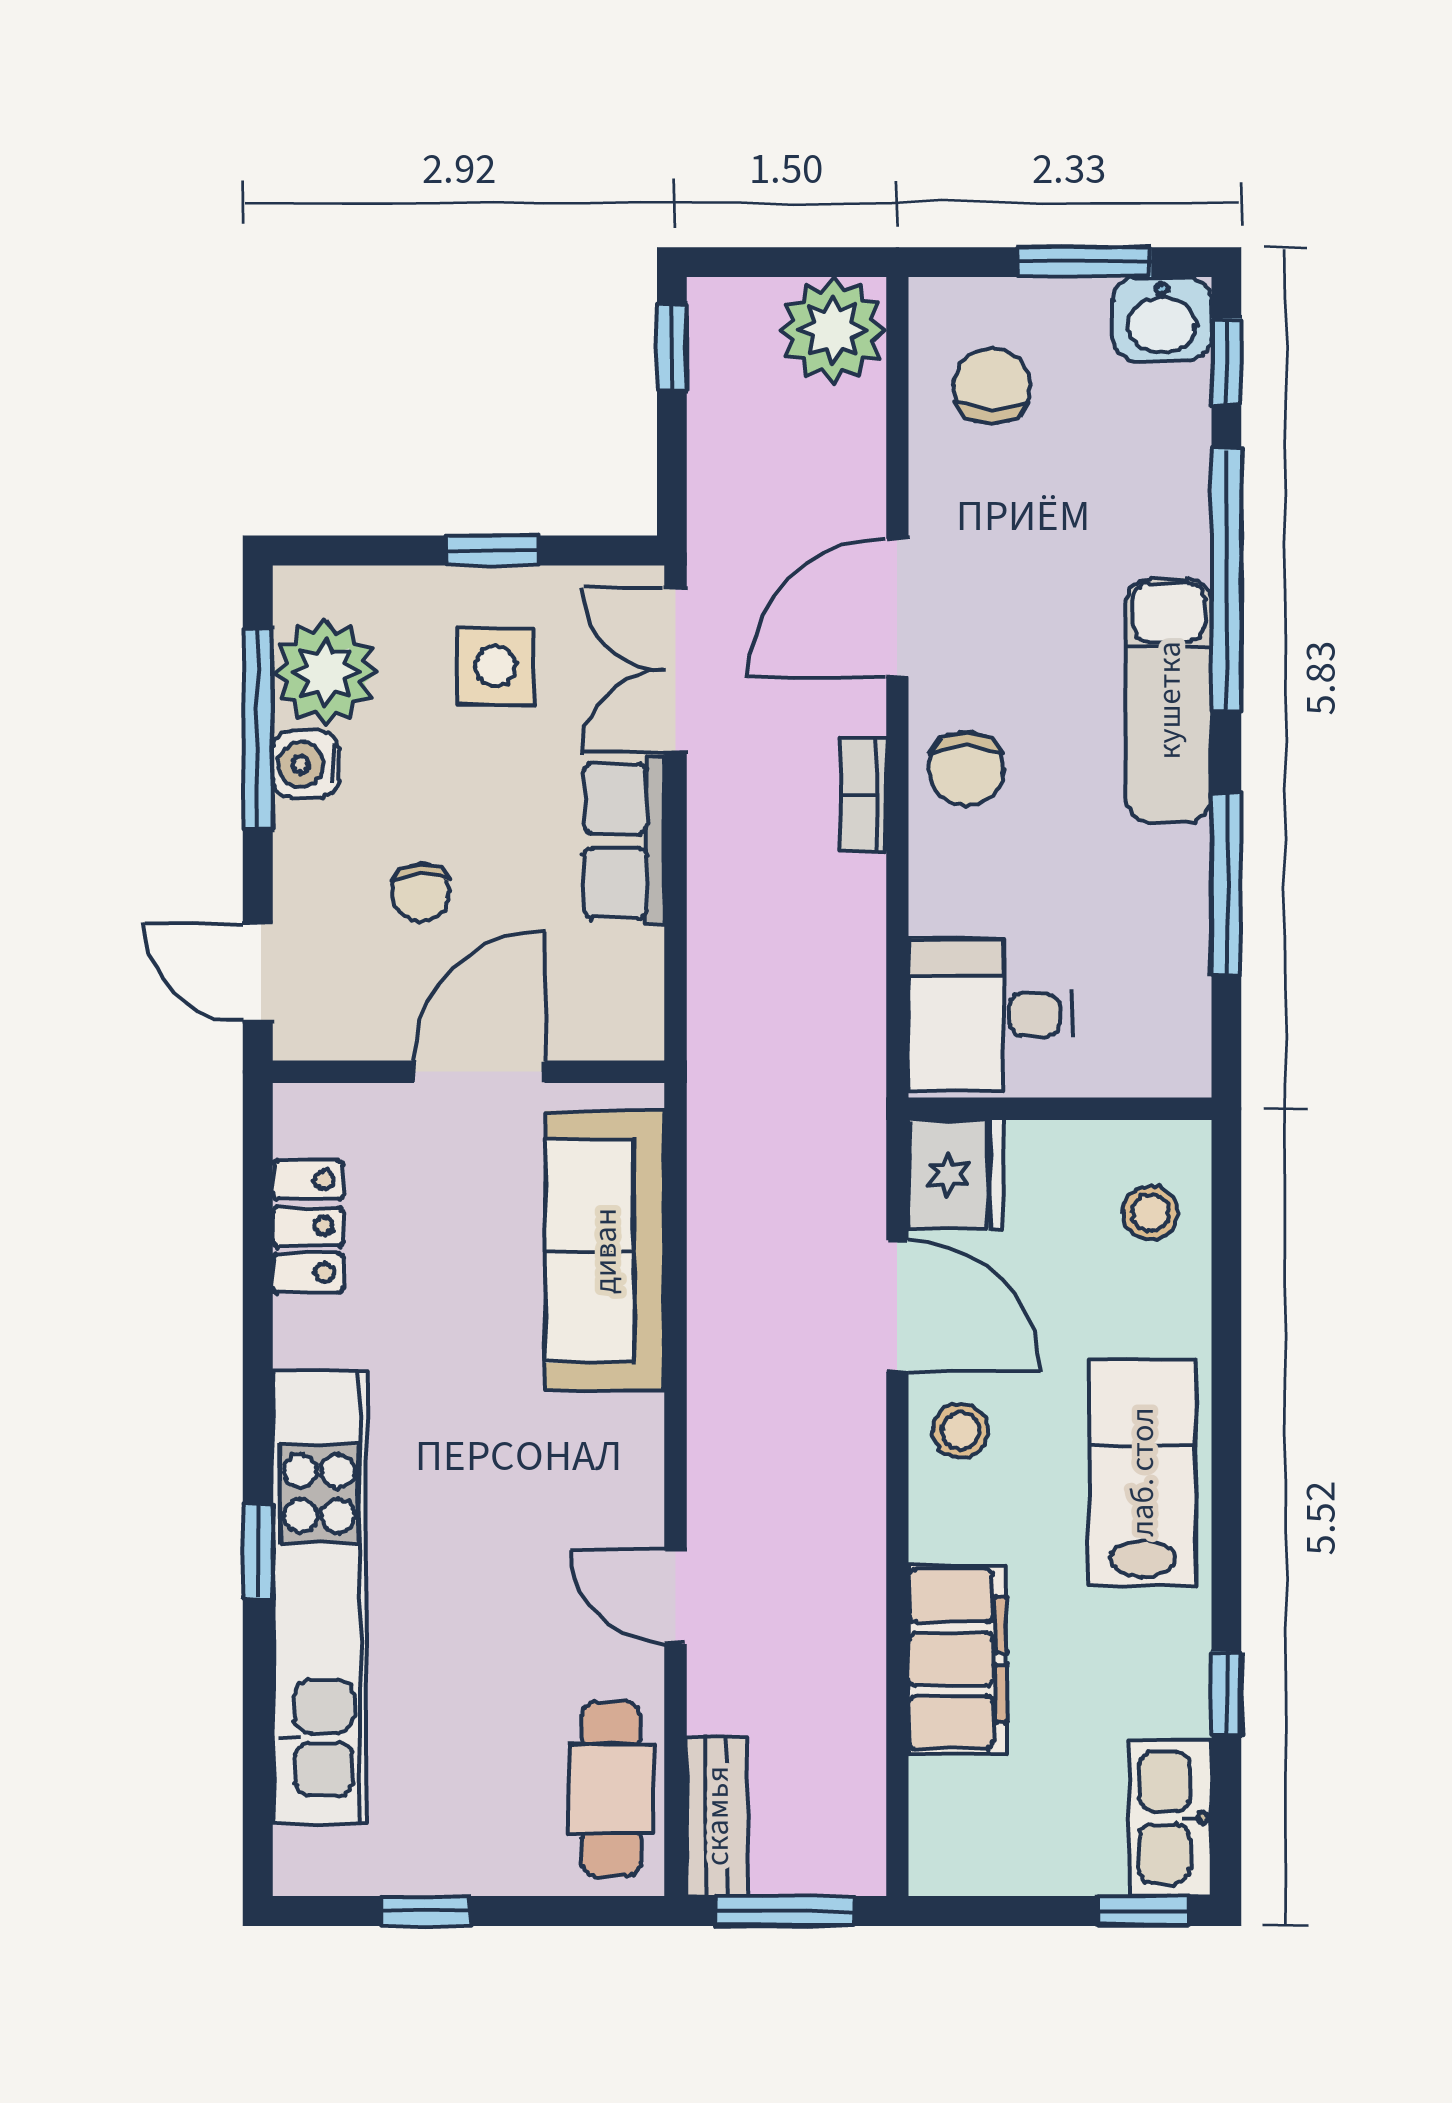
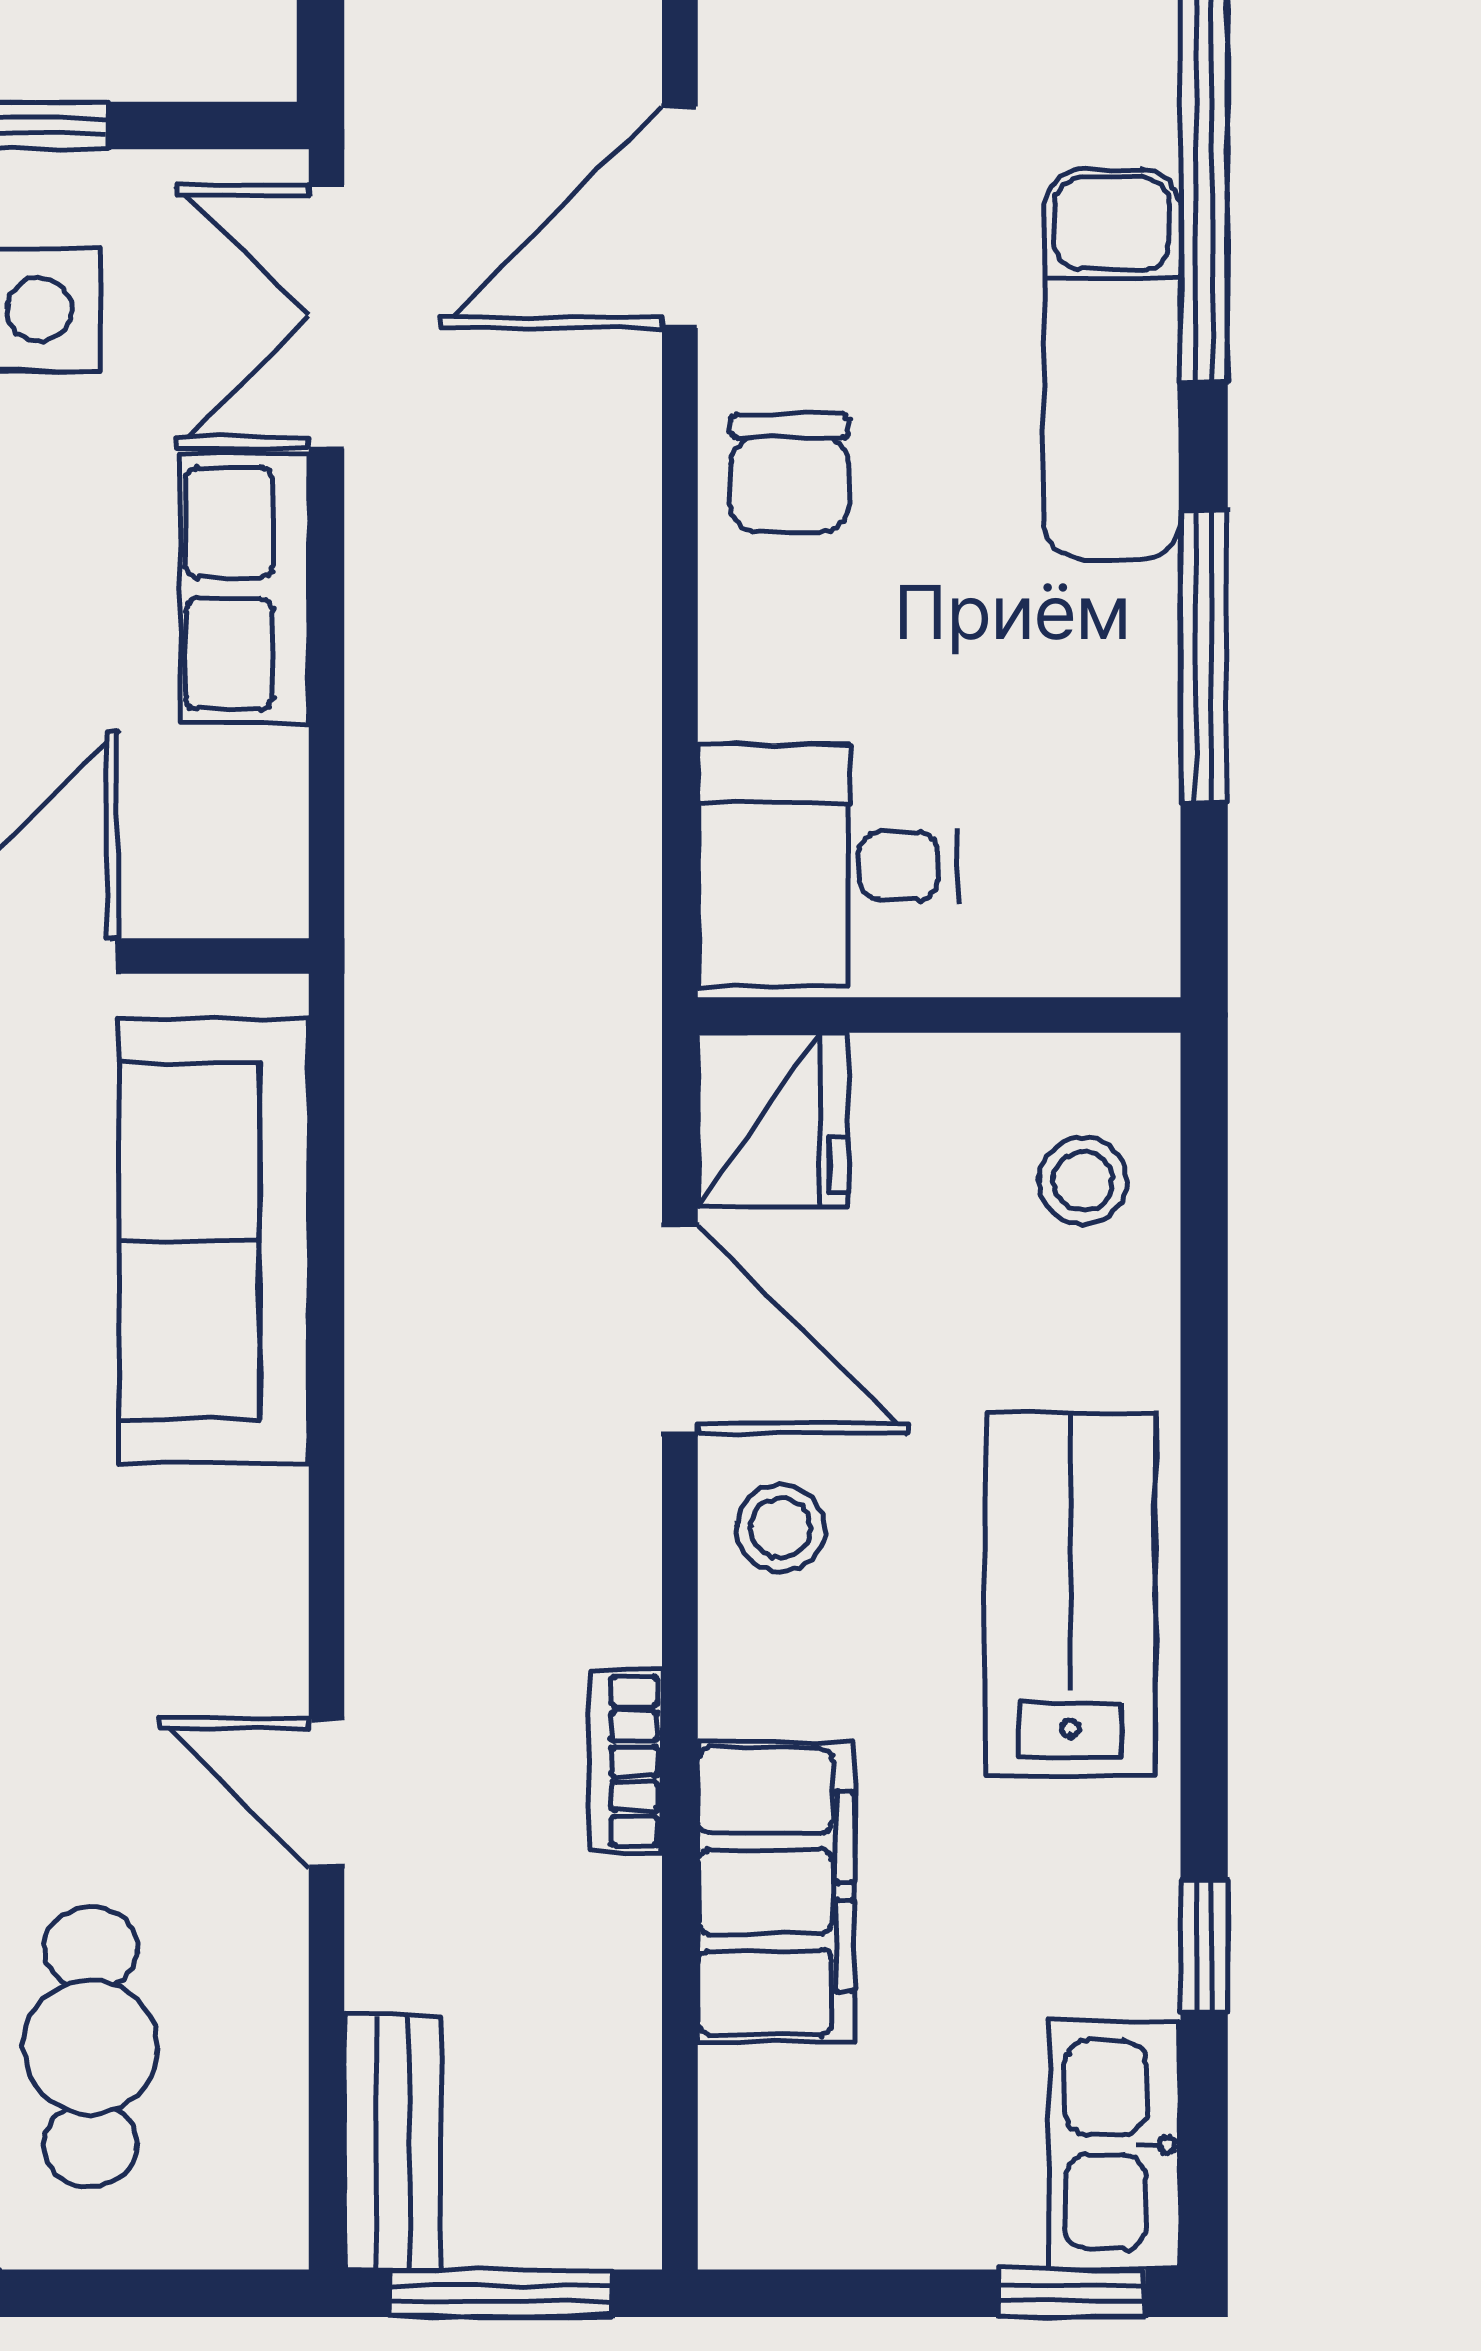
bookcase: (863, 795) -> (626, 1761), moved
cafe table: (611, 1789) -> (91, 2047), moved

